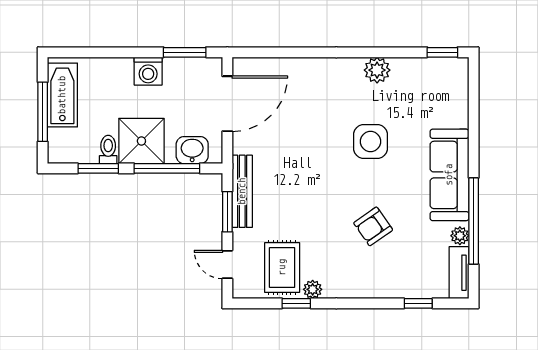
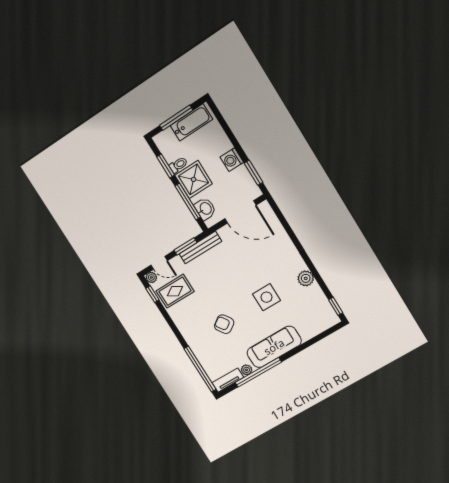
door: (227, 265) -> (159, 263), swing flipped
plant: (313, 289) -> (151, 277), moved
window: (296, 303) -> (152, 294), moved
window: (418, 303) -> (200, 369), width x3.17

